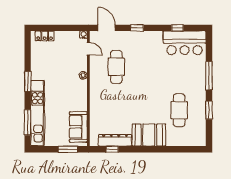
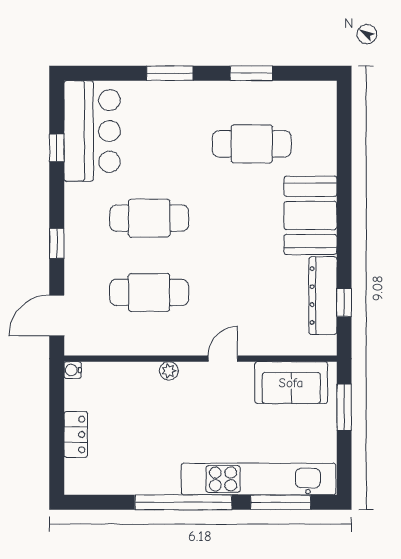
locker: (45, 36) -> (76, 434), moved
door: (88, 49) -> (223, 359), moved
cafe table: (148, 67) -> (149, 218), added
window: (209, 76) -> (170, 73), width x0.69
window: (28, 81) -> (183, 502), width x2.11

